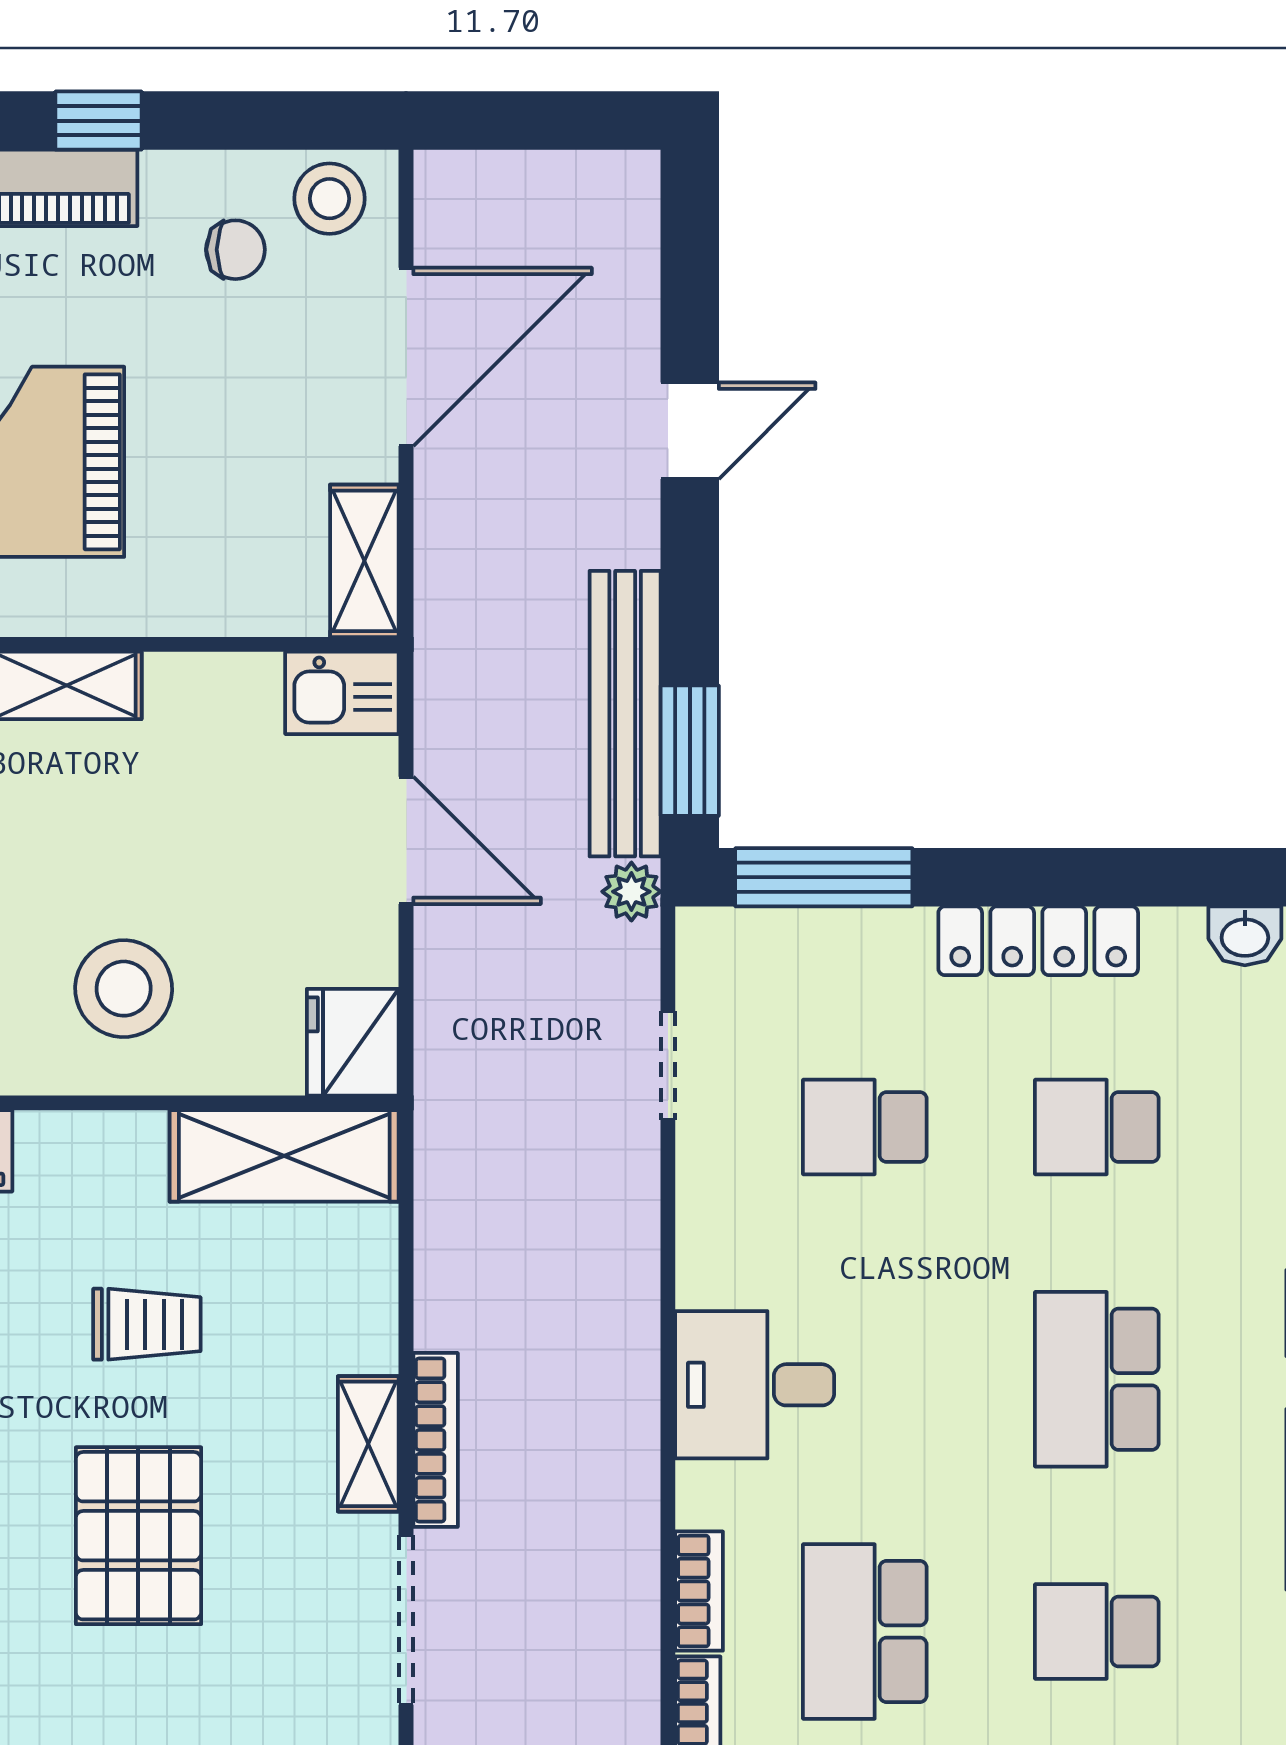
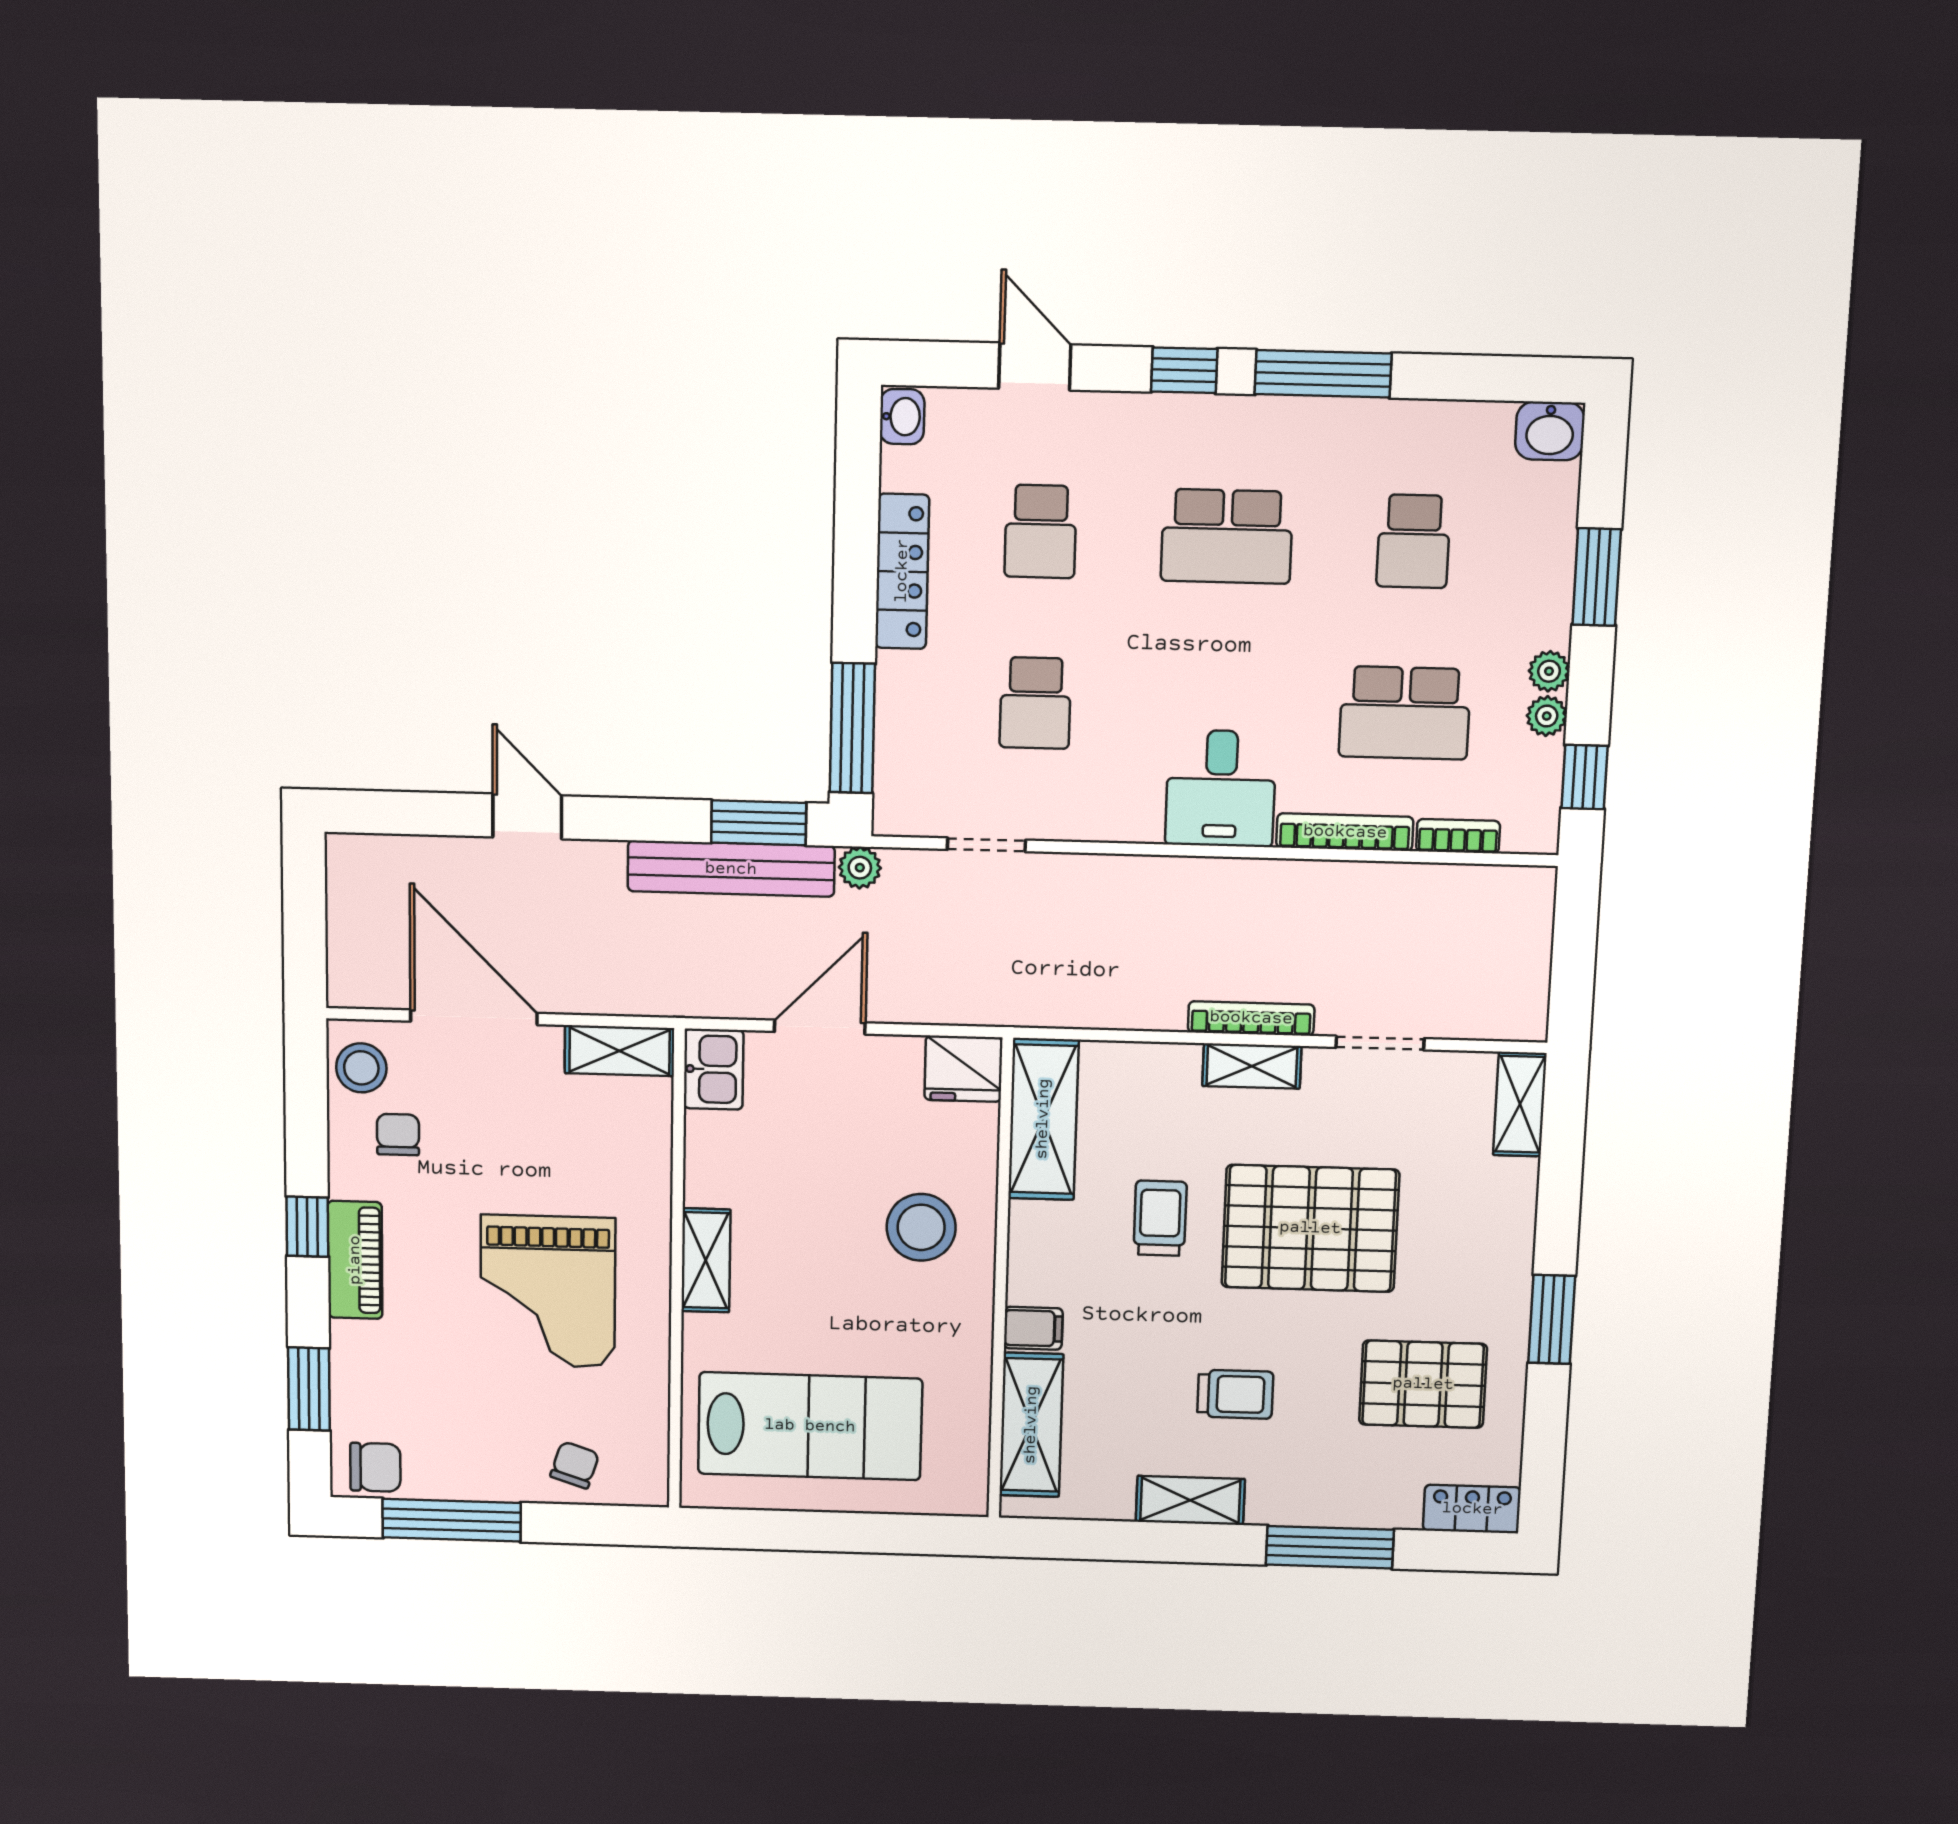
pallet: (138, 1536) -> (1310, 1228), width x1.37, depth x1.41
bookcase: (699, 1591) -> (1345, 832), width x1.56
doorway: (406, 1620) -> (1380, 1043), width x0.73

